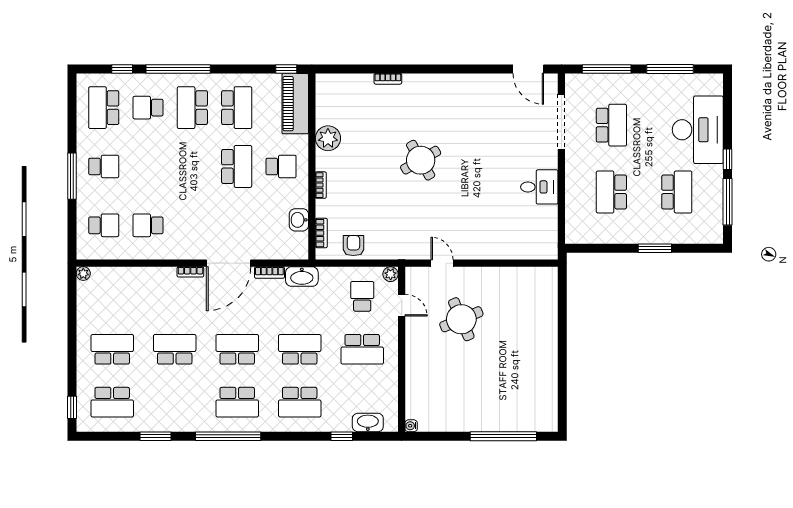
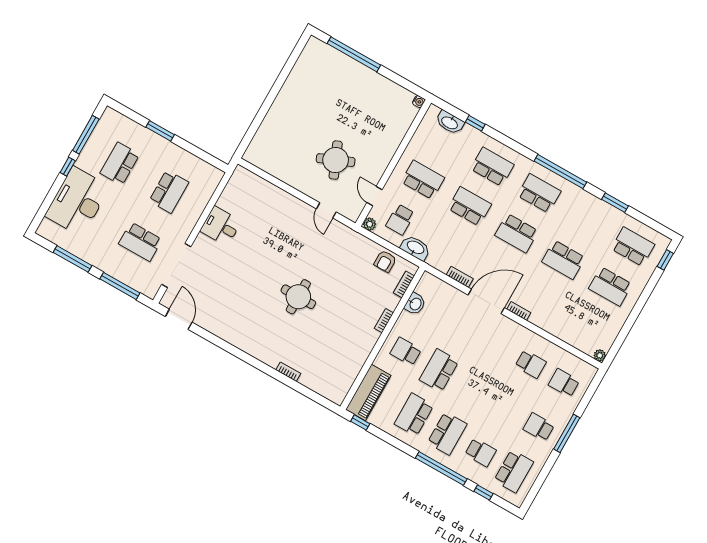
school desk: (611, 125) -> (140, 242), turned -90
plant: (328, 138) -> (359, 353), removed
round table: (421, 160) -> (298, 297), turned 30
washbasin: (302, 277) -> (415, 248), moved
school desk: (300, 349) -> (470, 206), turned 180

